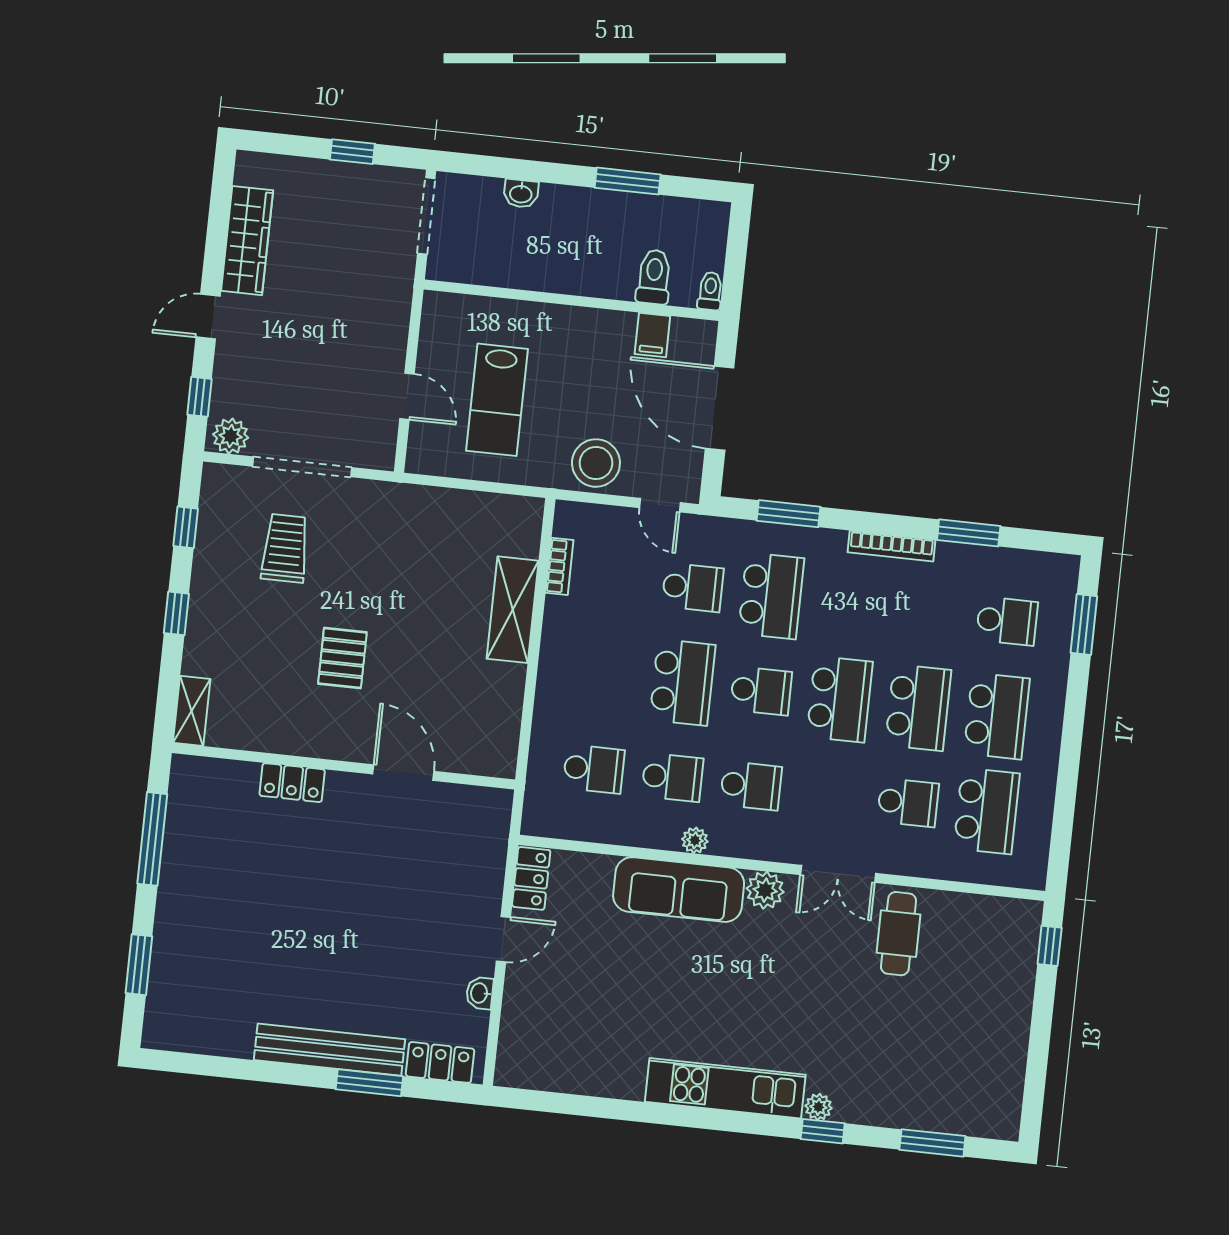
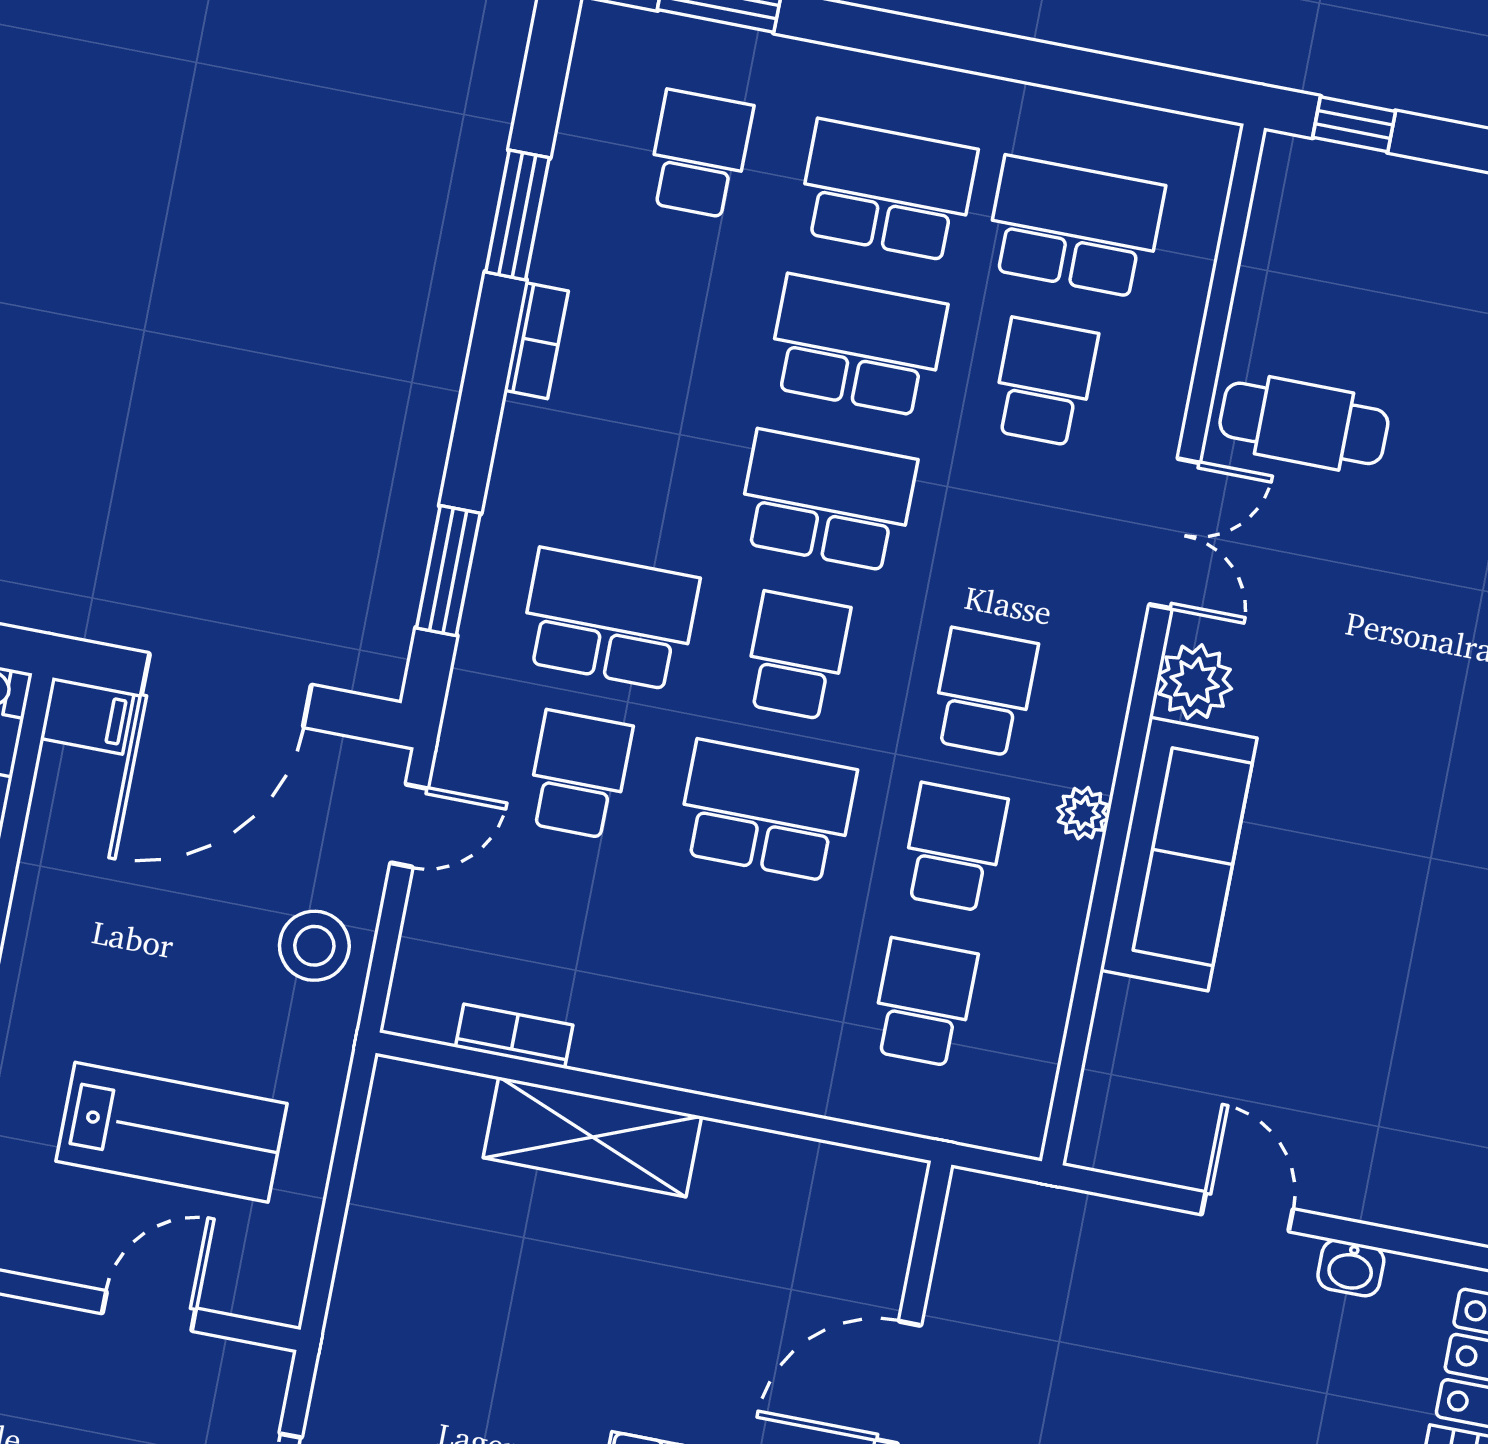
filing cabinet: (652, 335) -> (87, 716), moved
stool: (596, 463) -> (314, 946), width x0.73, depth x0.73
bookcase: (892, 546) -> (536, 341), width x0.64
locker: (531, 878) -> (1131, 1146), removed

